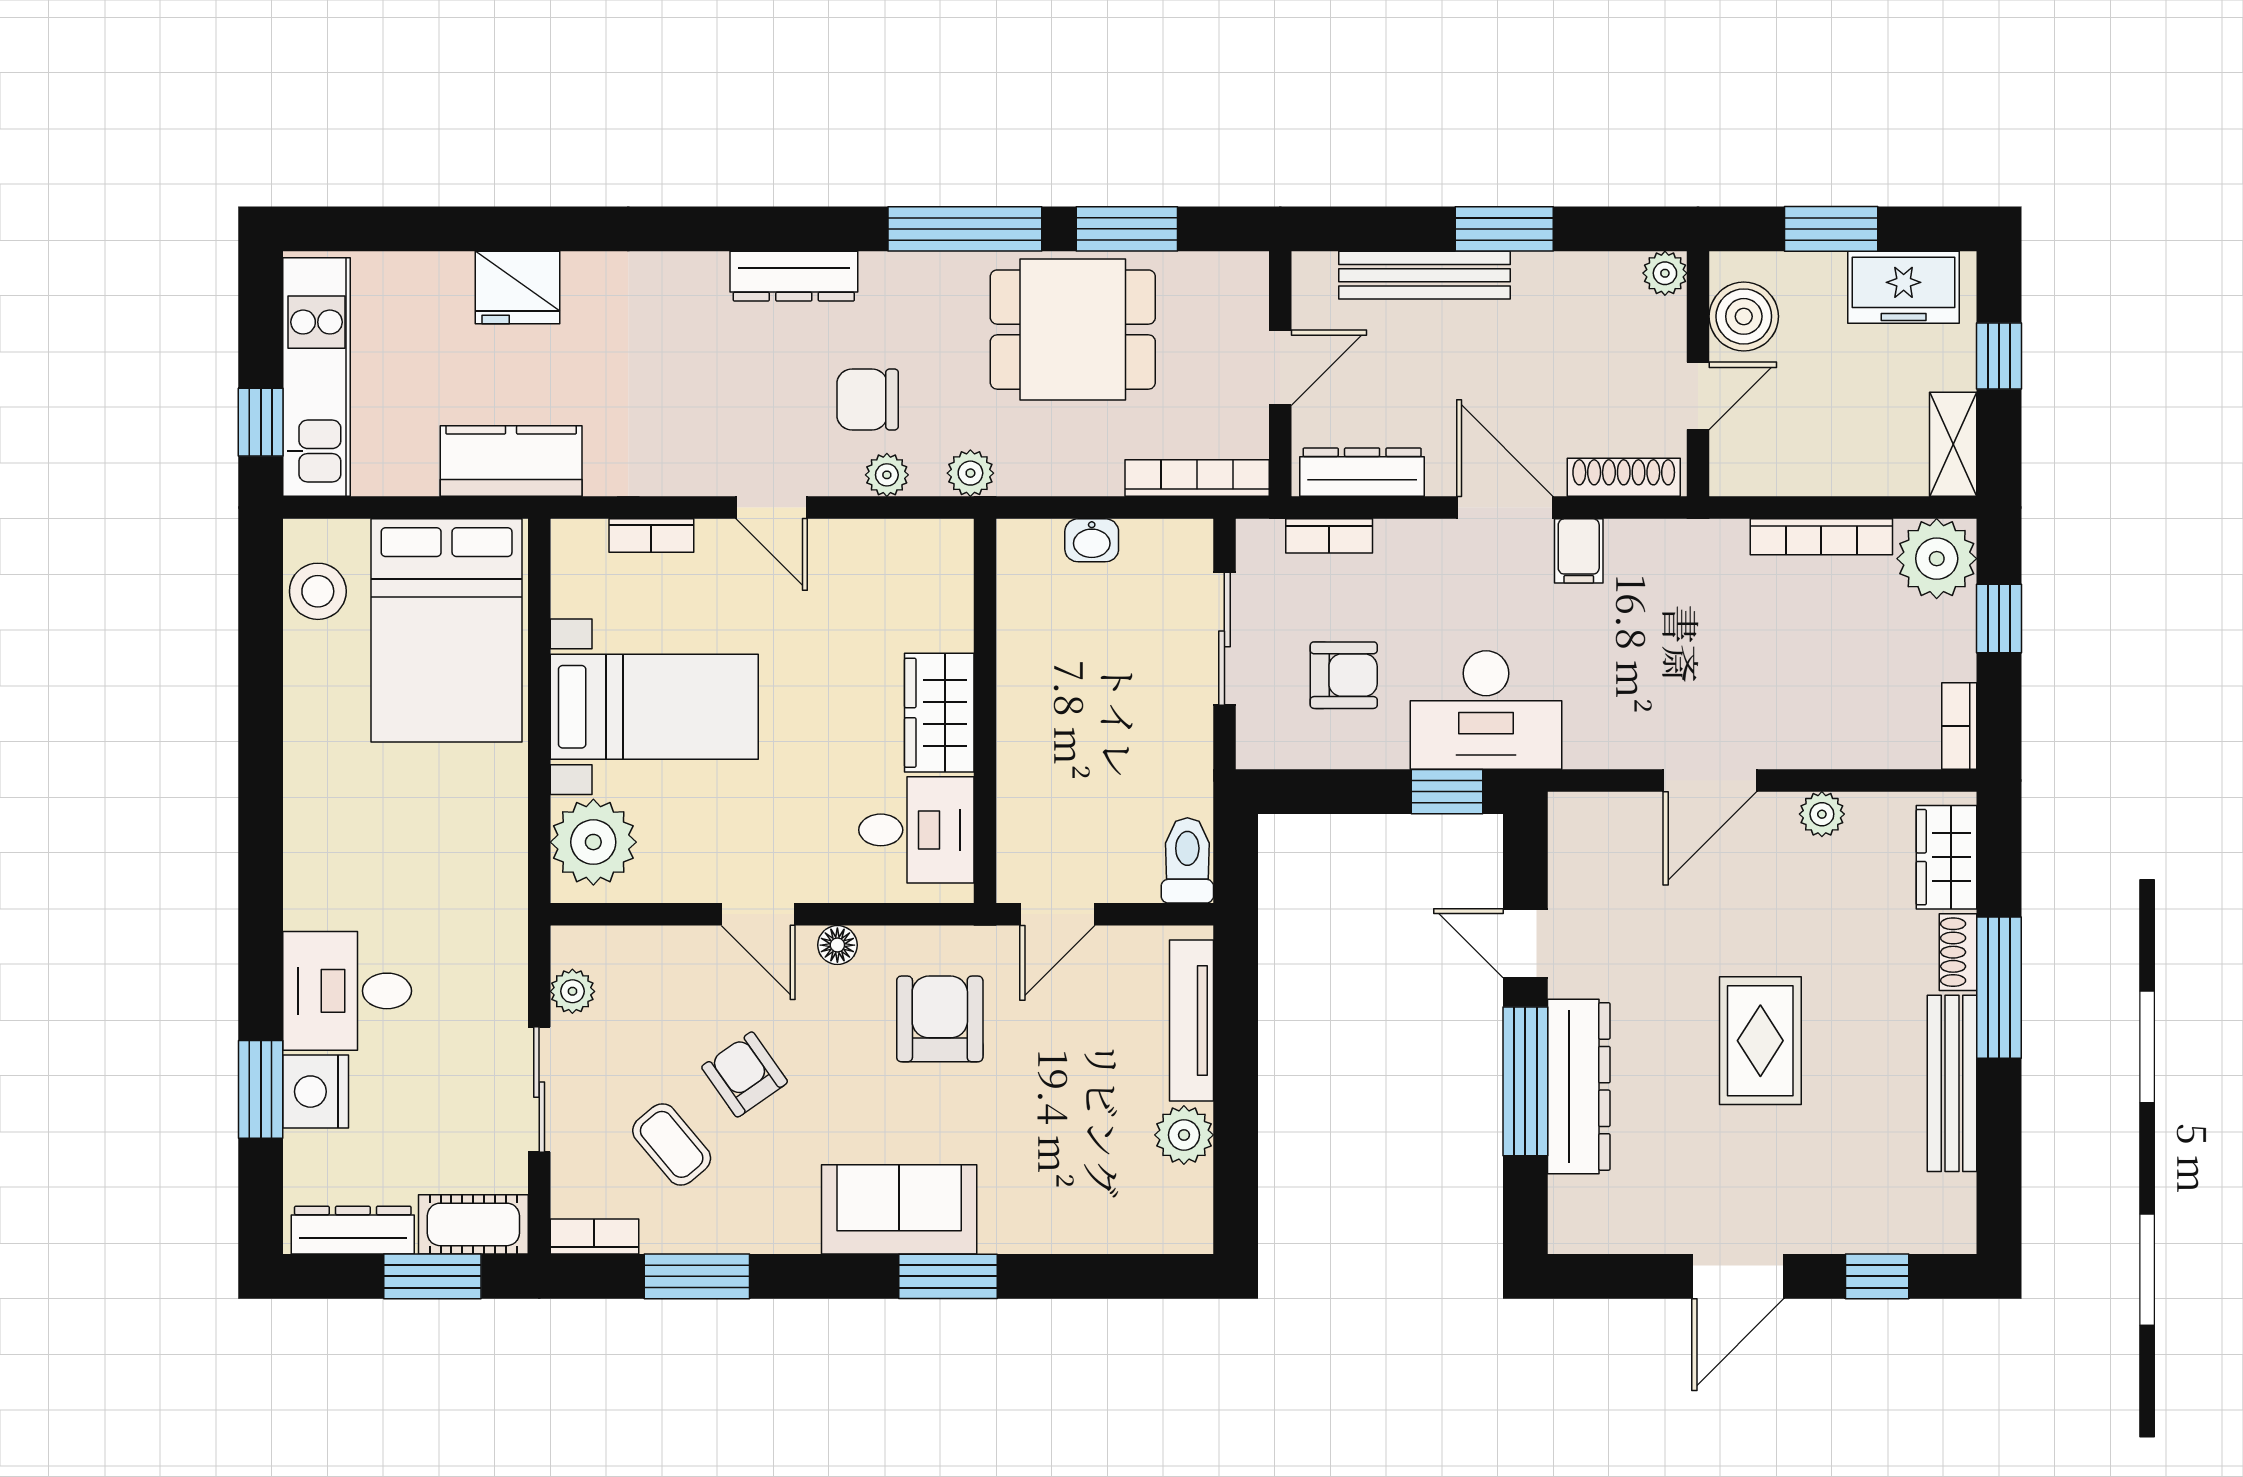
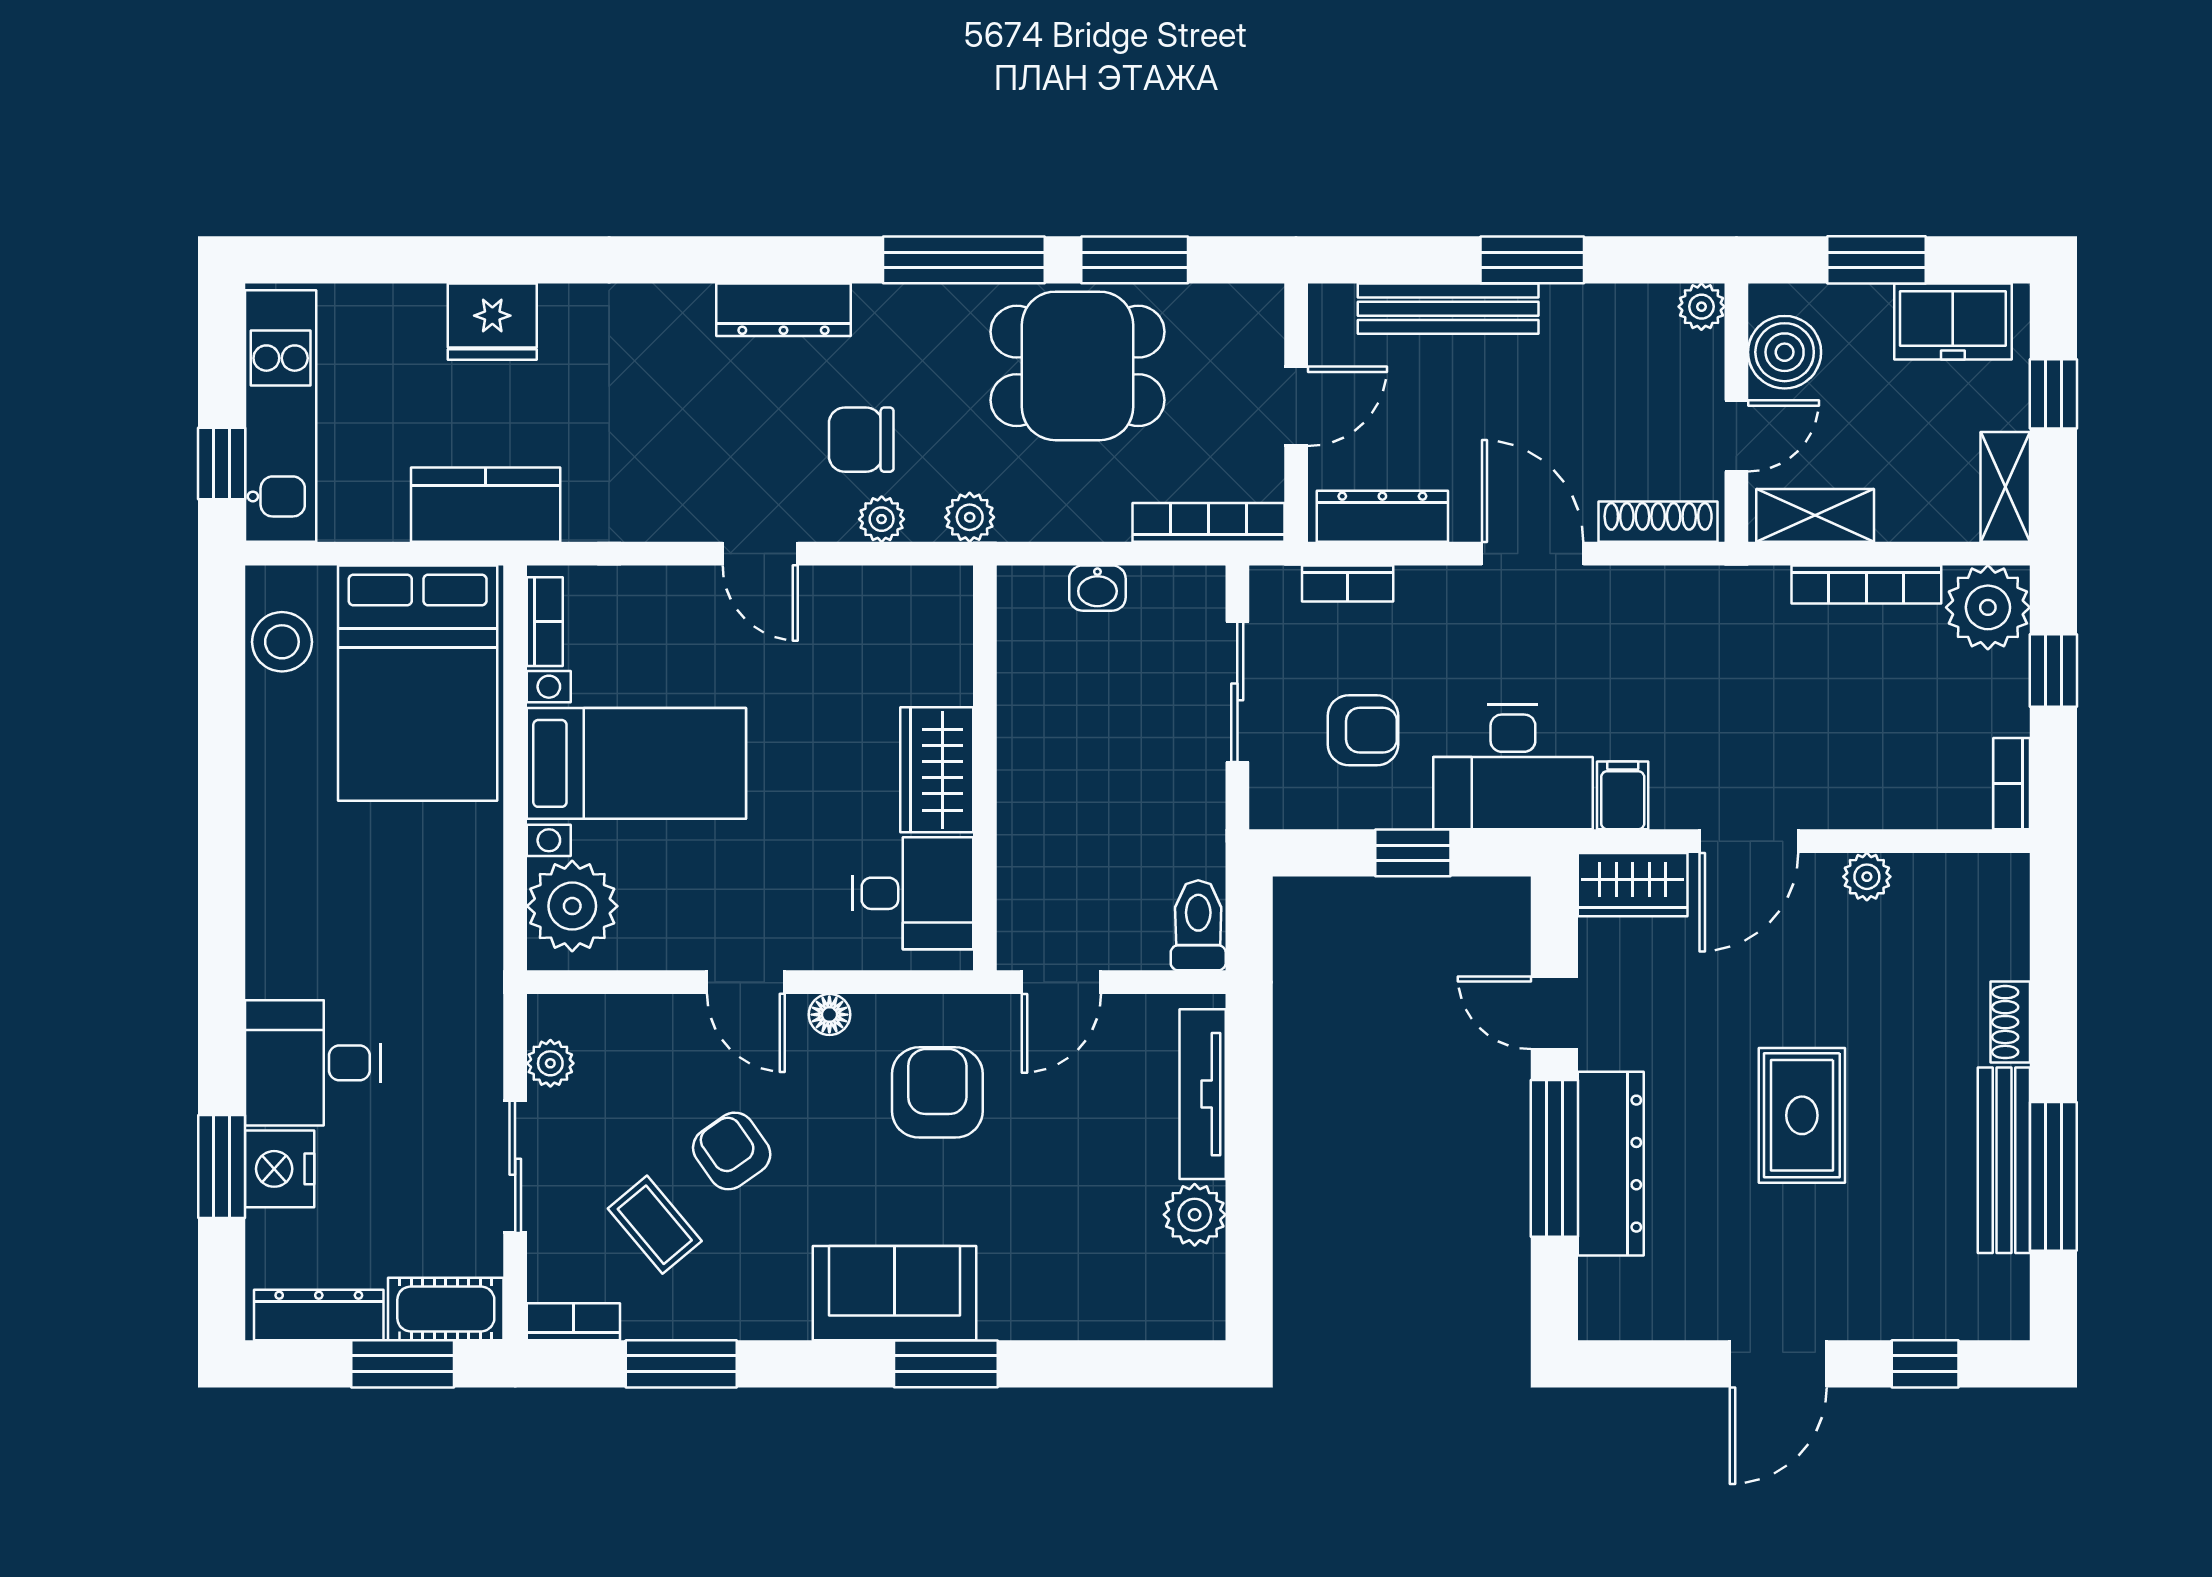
shelving: (1773, 471) -> (1815, 515), added
bookcase: (651, 536) -> (545, 622), moved, turned -90
filing cabinet: (1579, 551) -> (1623, 795), moved, turned 180
window: (1447, 792) -> (1413, 853), moved
wardrobe: (1947, 857) -> (1633, 885), moved, turned -90
window: (1999, 988) -> (2053, 1176), moved

